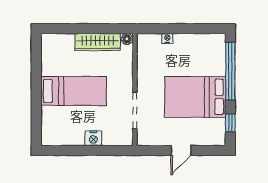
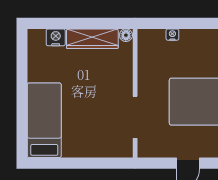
bed: (74, 91) -> (44, 120), moved, turned -90
nightstand: (93, 138) -> (56, 37), moved, turned 180

